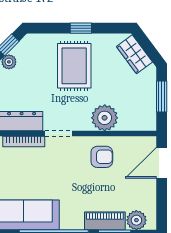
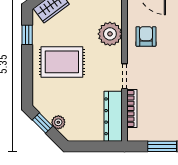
window: (81, 28) -> (27, 35), moved

